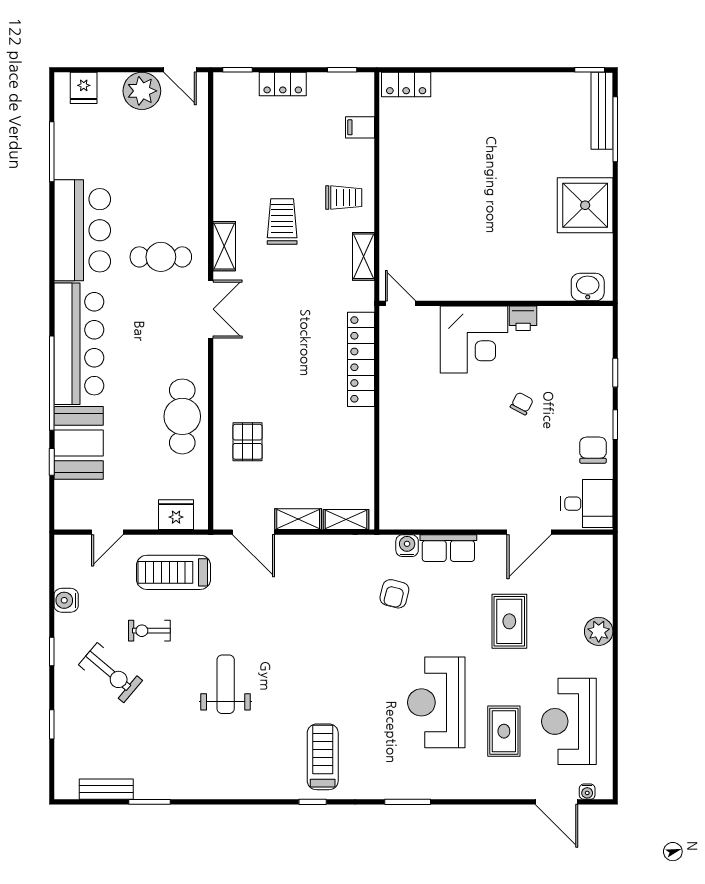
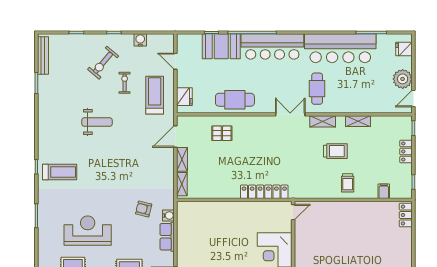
bar counter: (82, 230) -> (340, 48), width x1.36
shelving: (364, 256) -> (358, 121), moved
double door: (211, 309) -> (290, 114), swing flipped
bench: (106, 789) -> (43, 56), width x1.36

